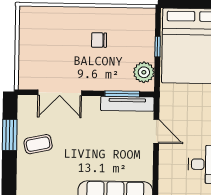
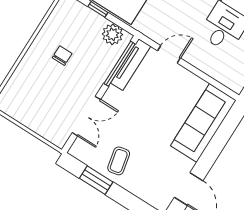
chair: (99, 40) -> (62, 56), turned 180
window: (122, 94) -> (120, 64), width x1.44

